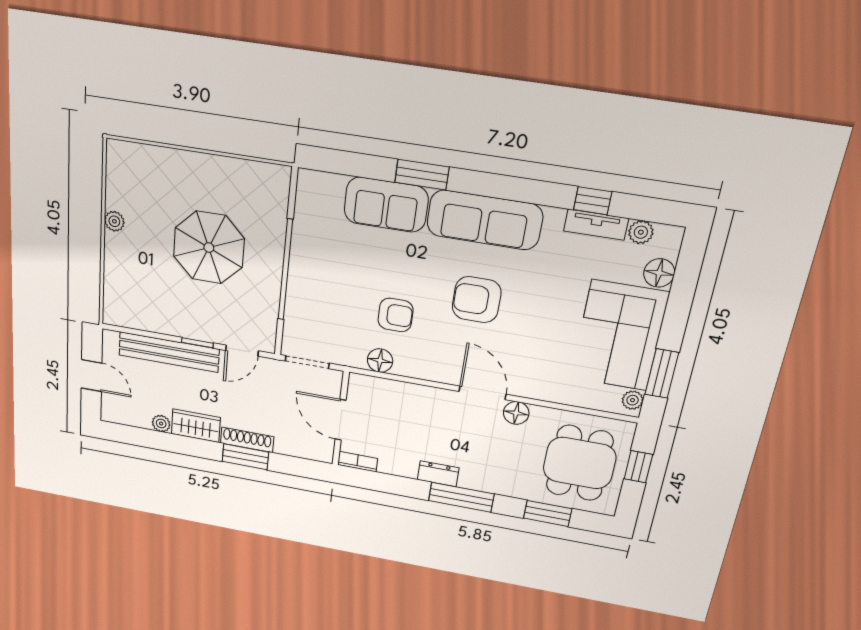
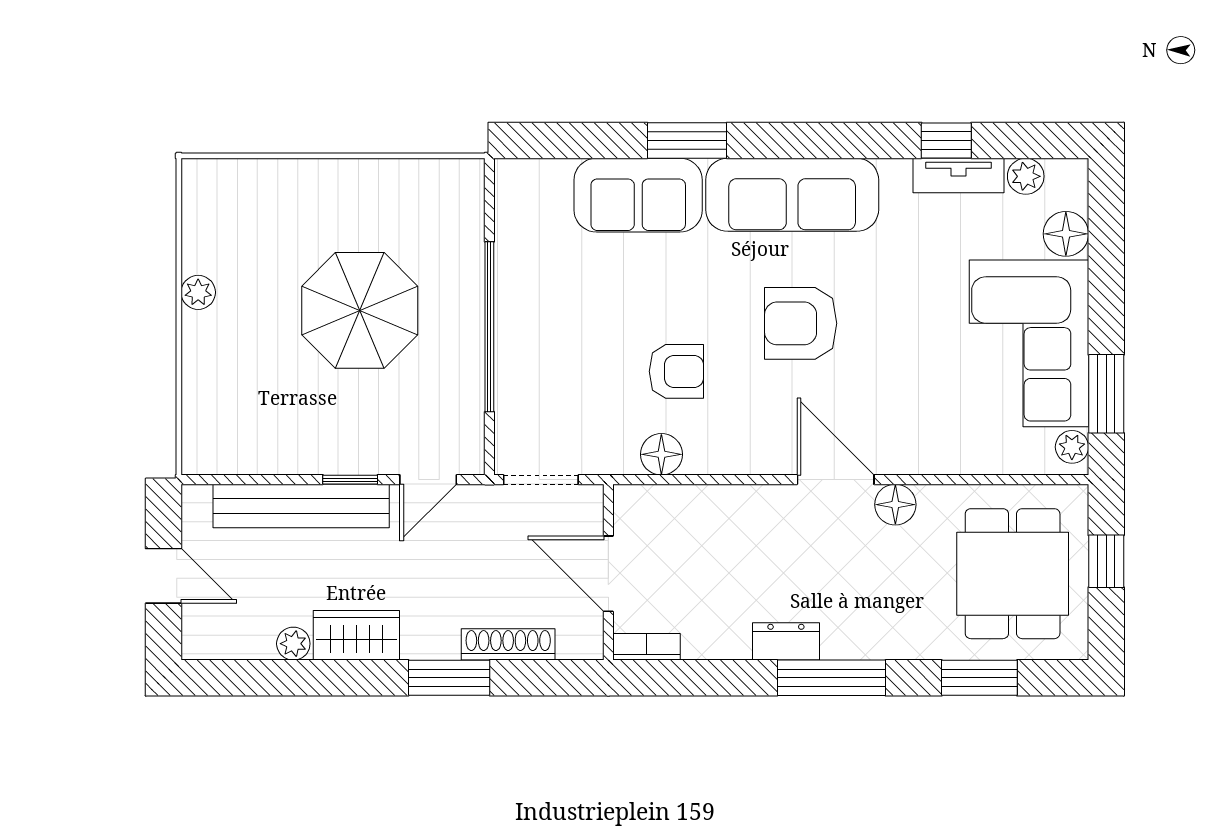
shoe rack: (247, 440) -> (508, 644), moved

